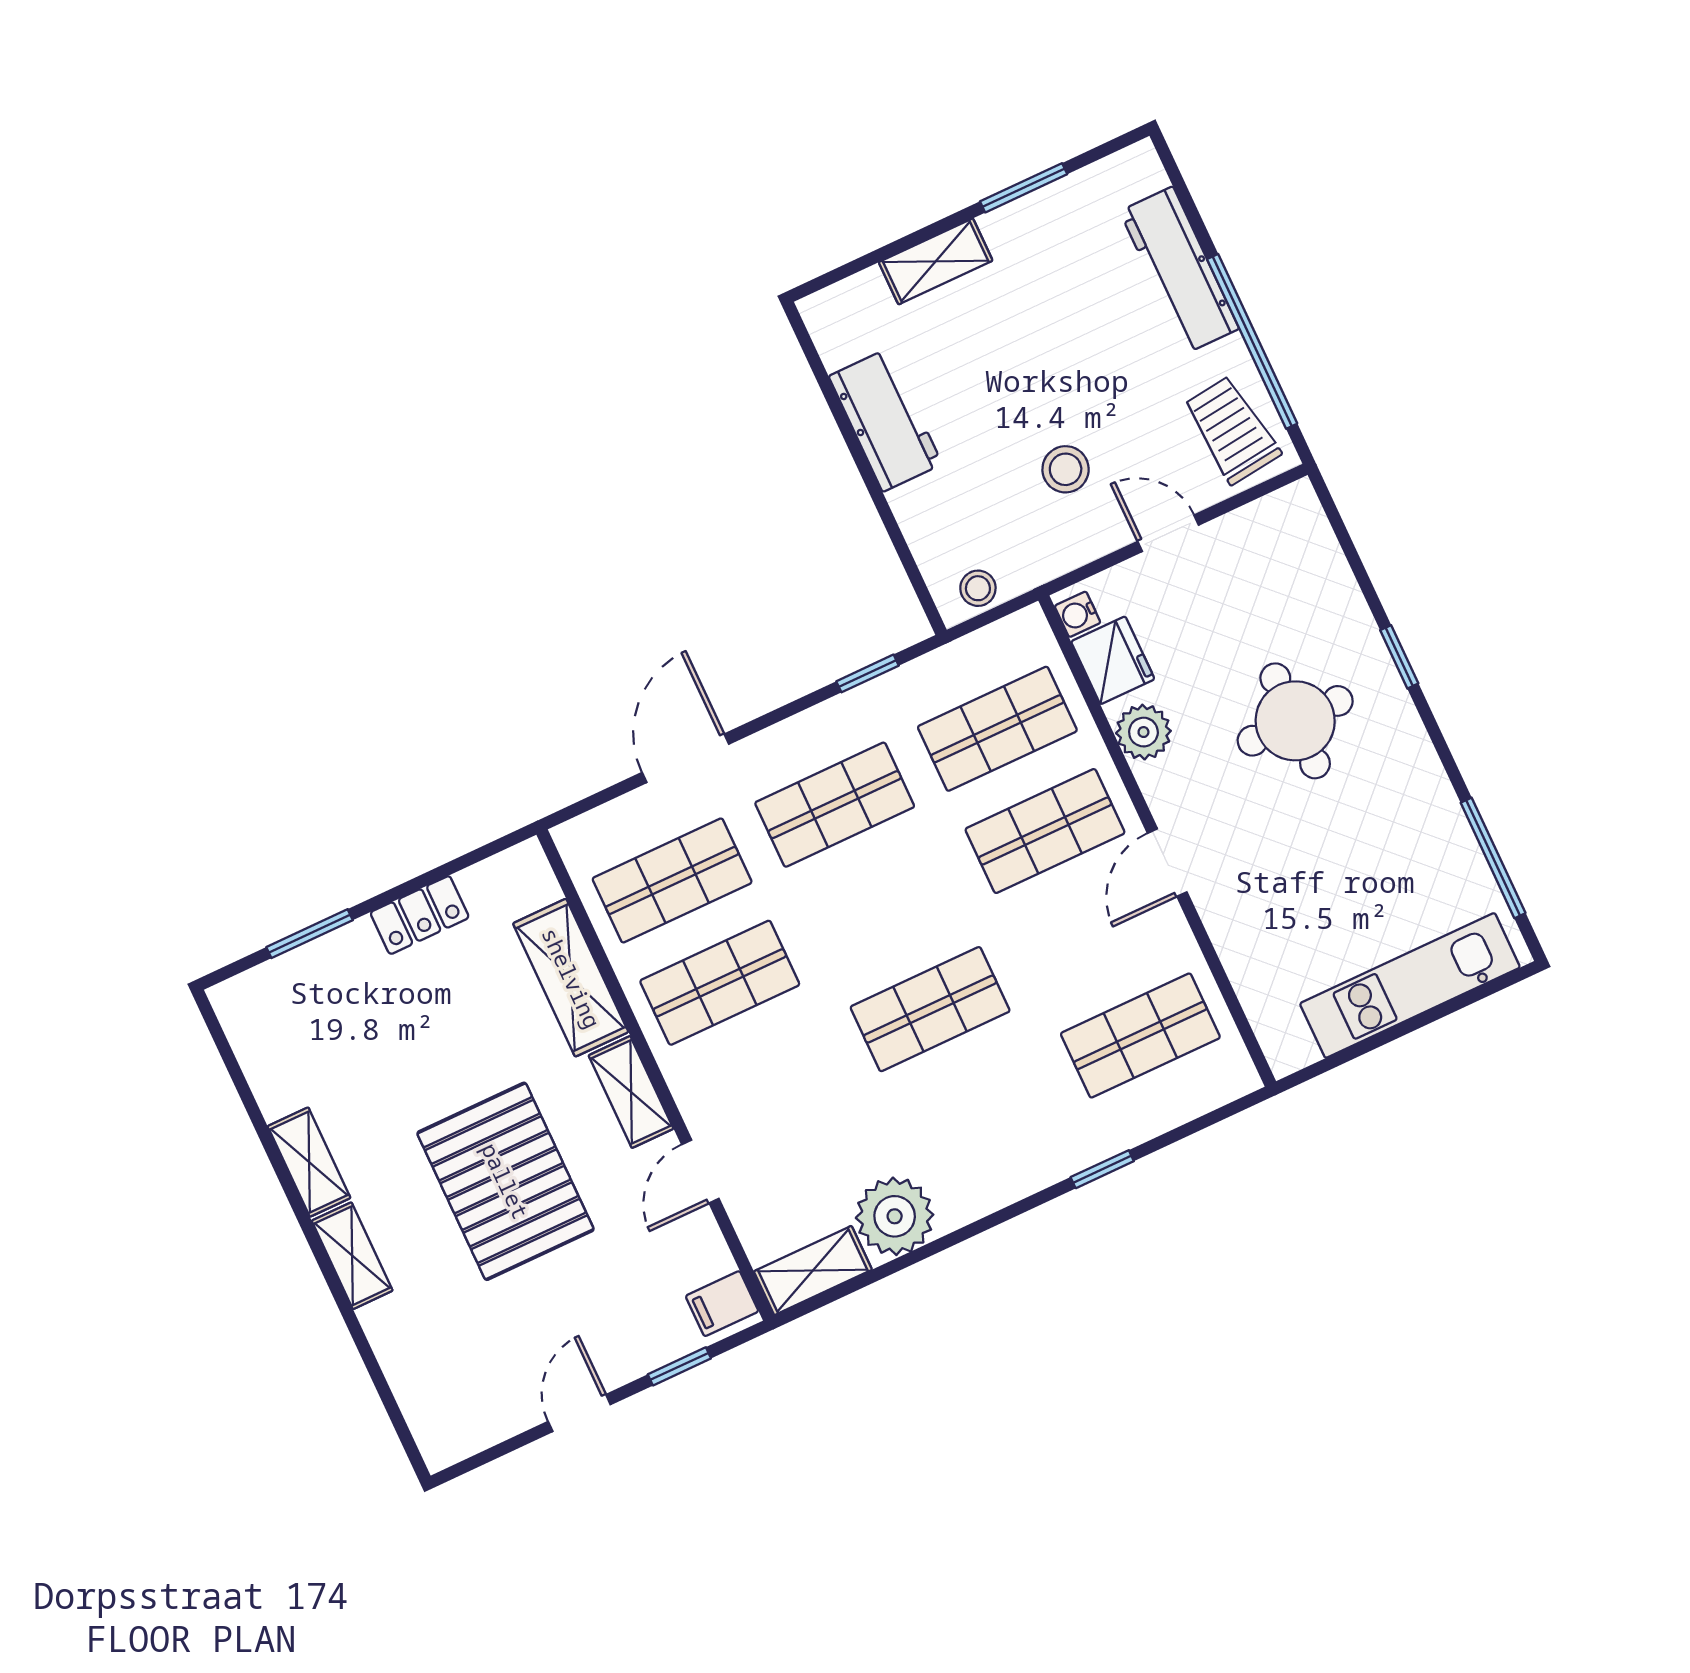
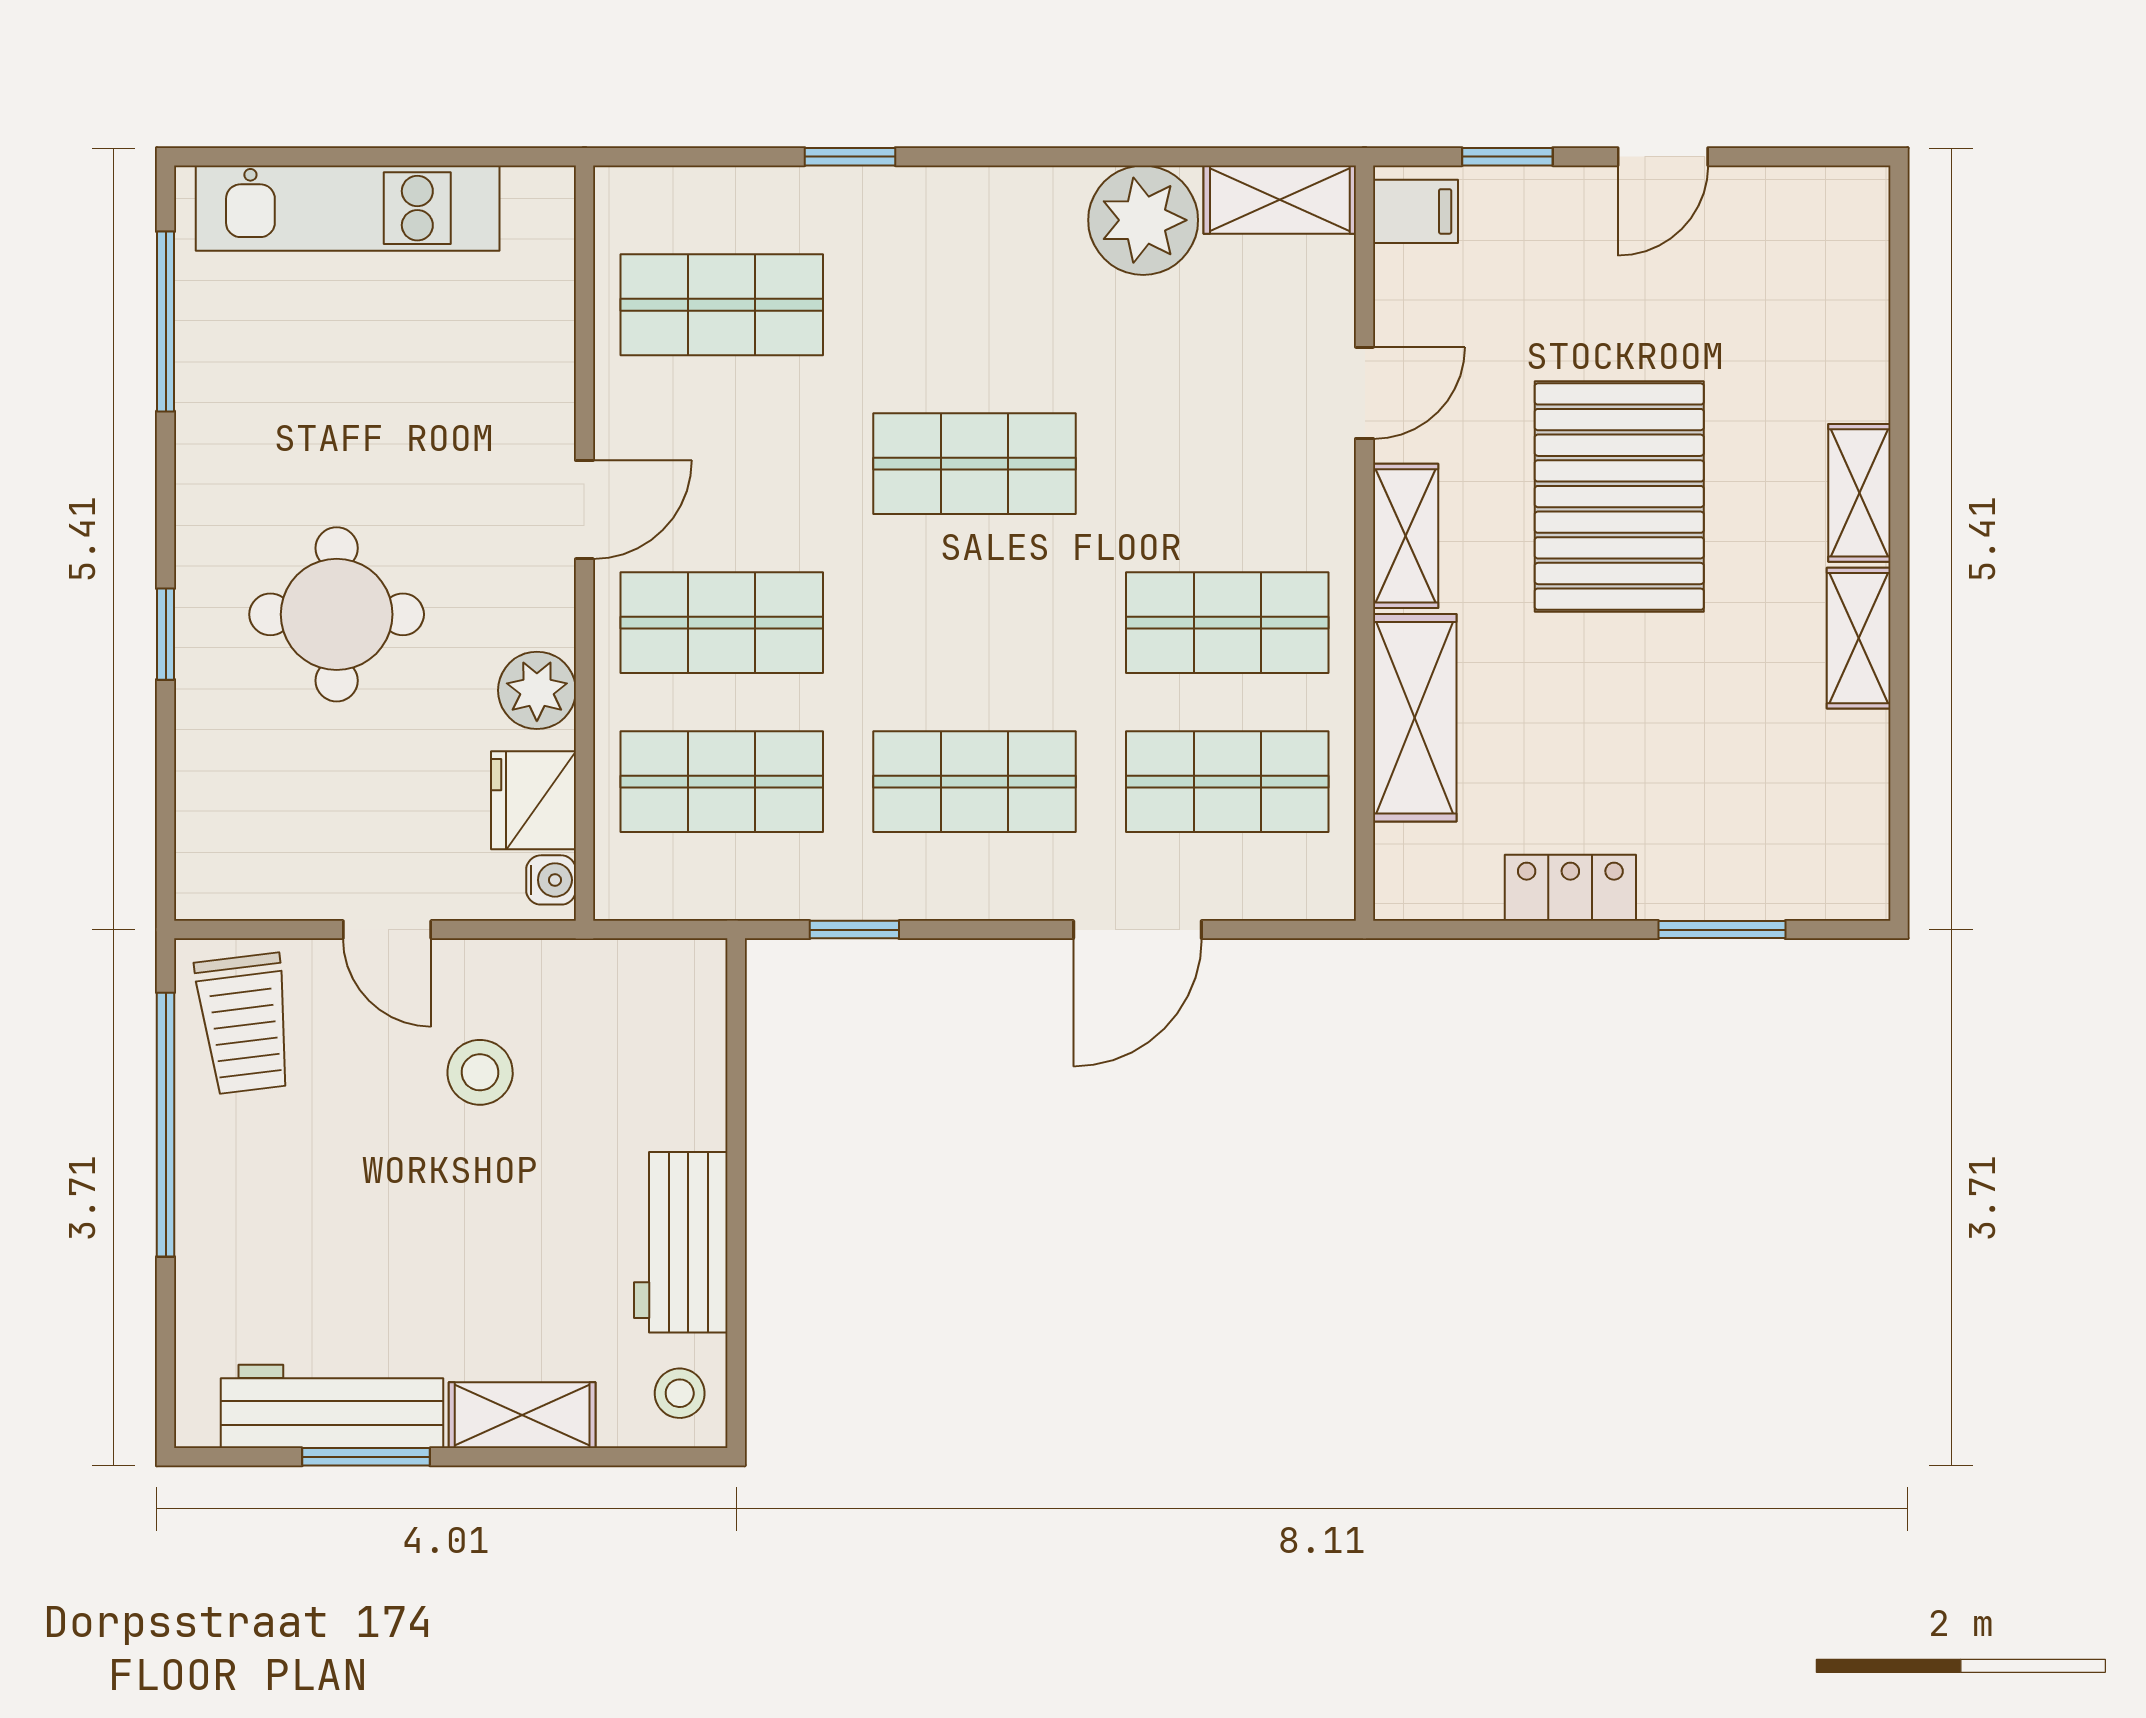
workbench: (1179, 270) -> (332, 1406), moved, turned -90
stool: (978, 588) -> (680, 1393), moved

